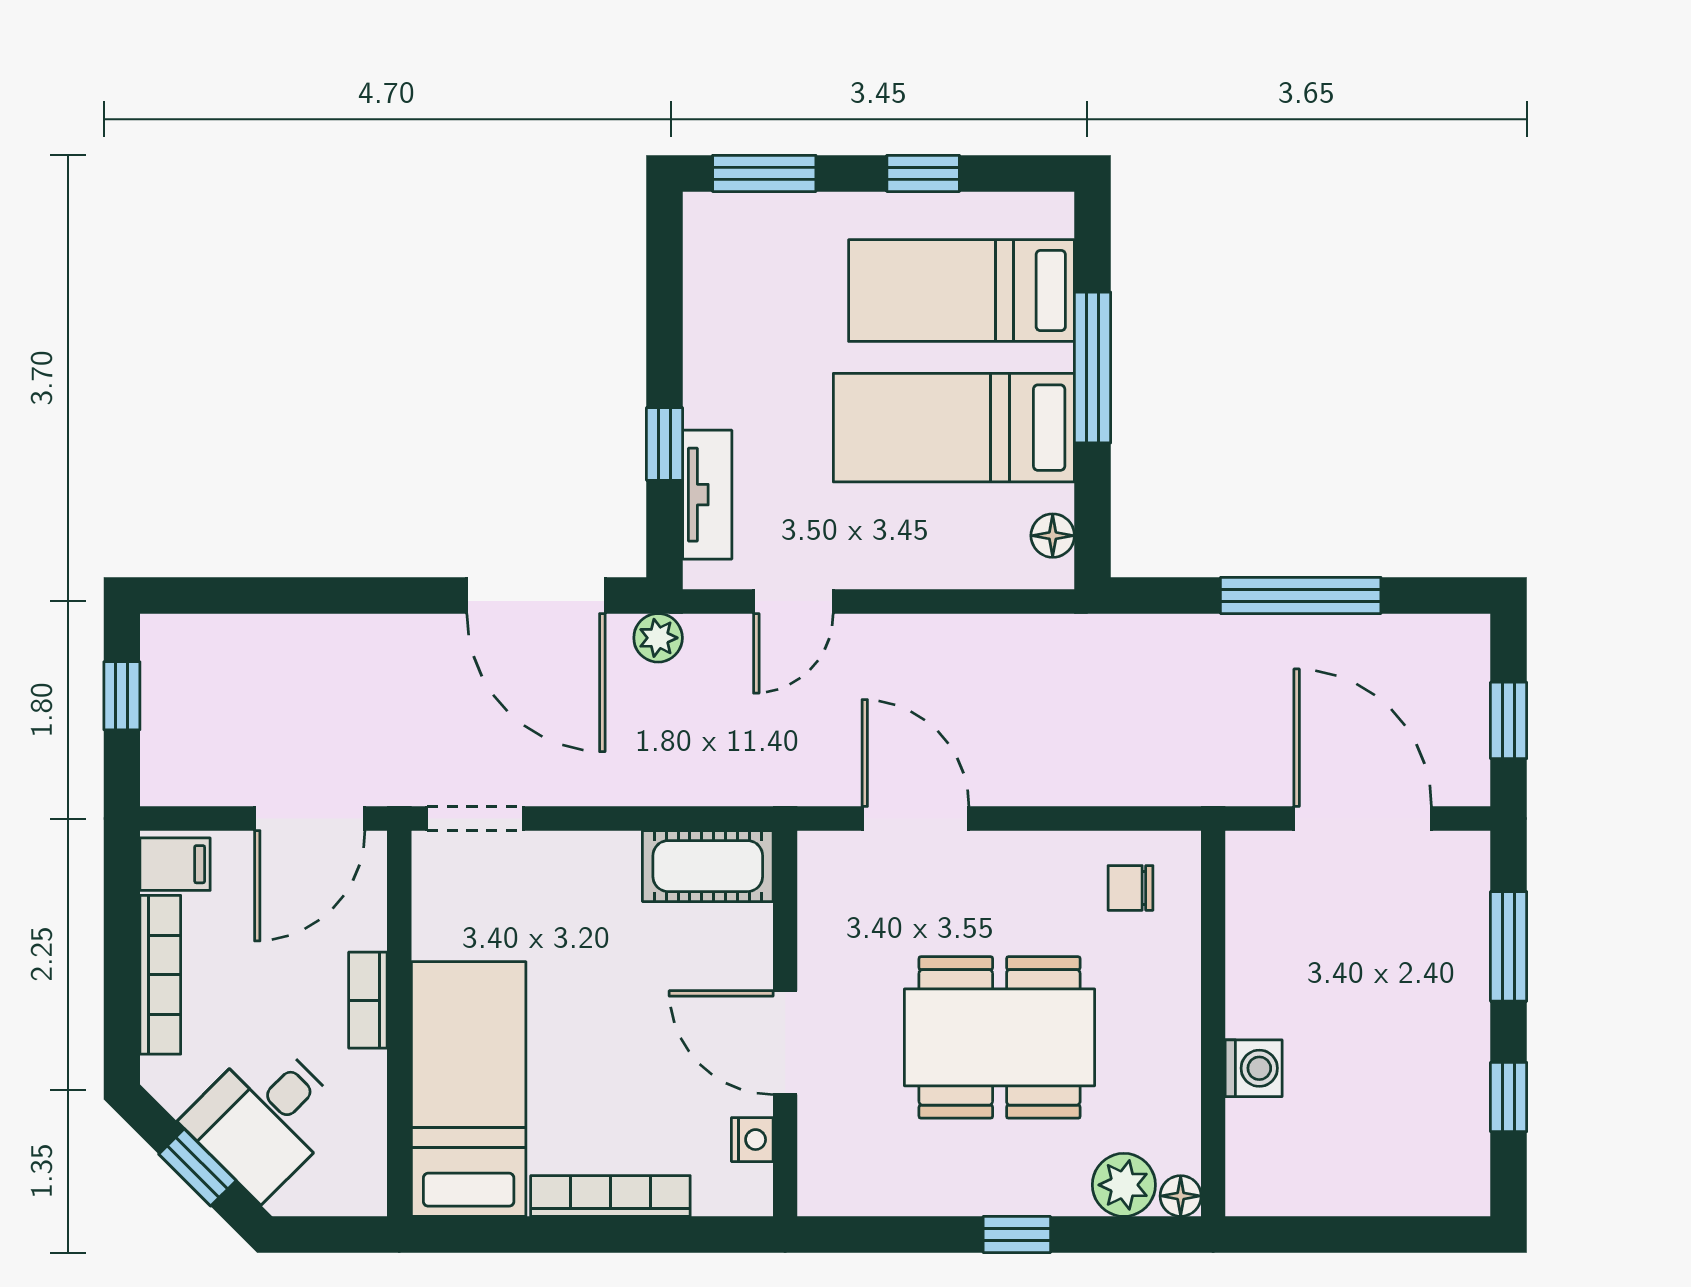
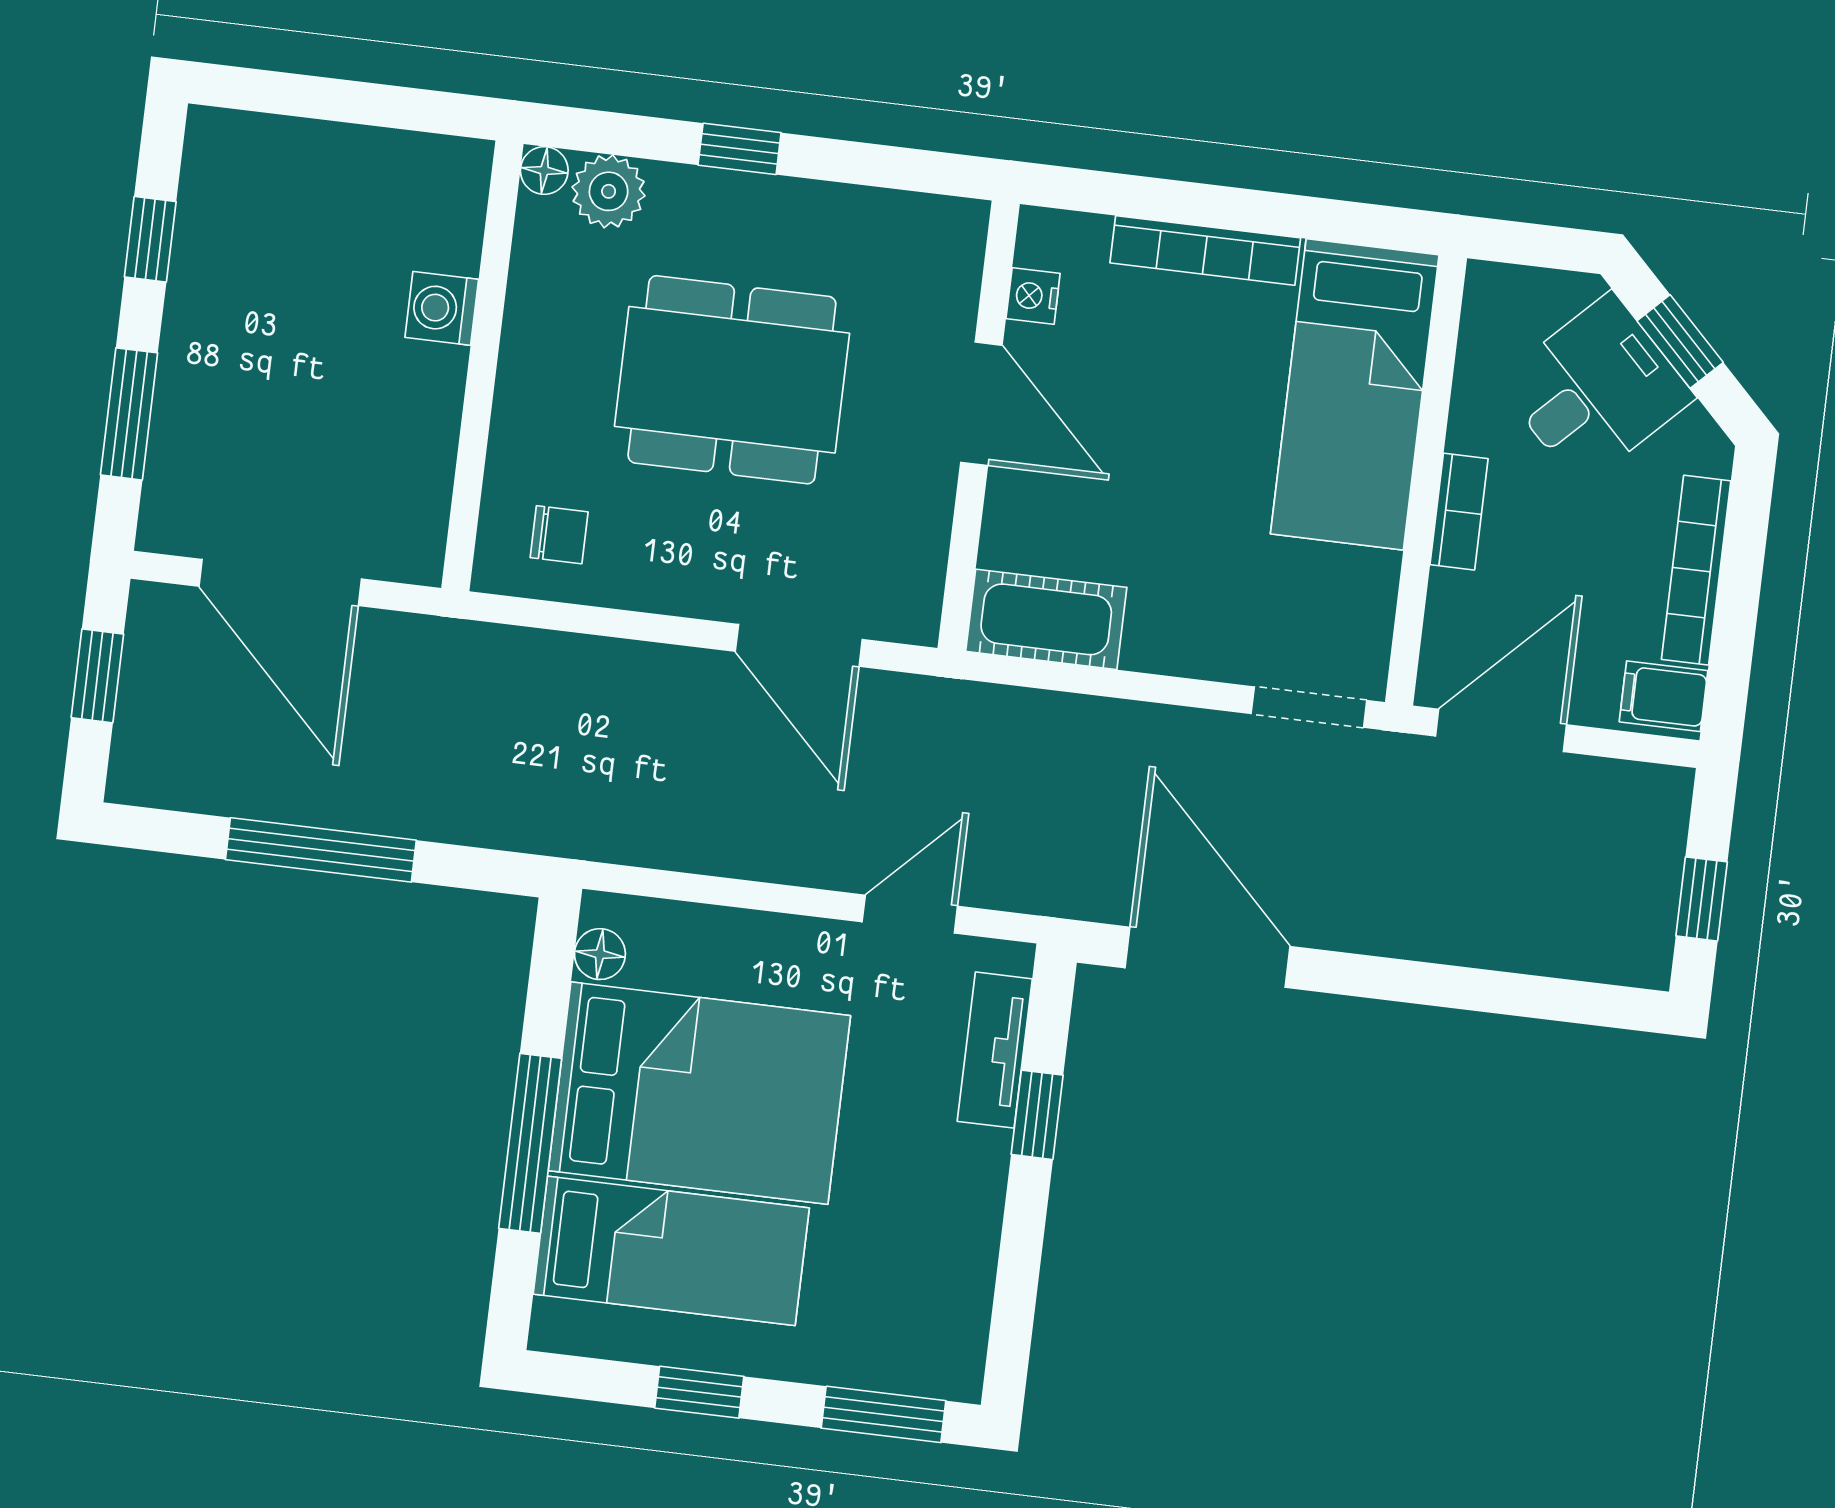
bed: (954, 428) -> (699, 1093), width x1.50
plant: (658, 638) -> (1072, 891), removed

